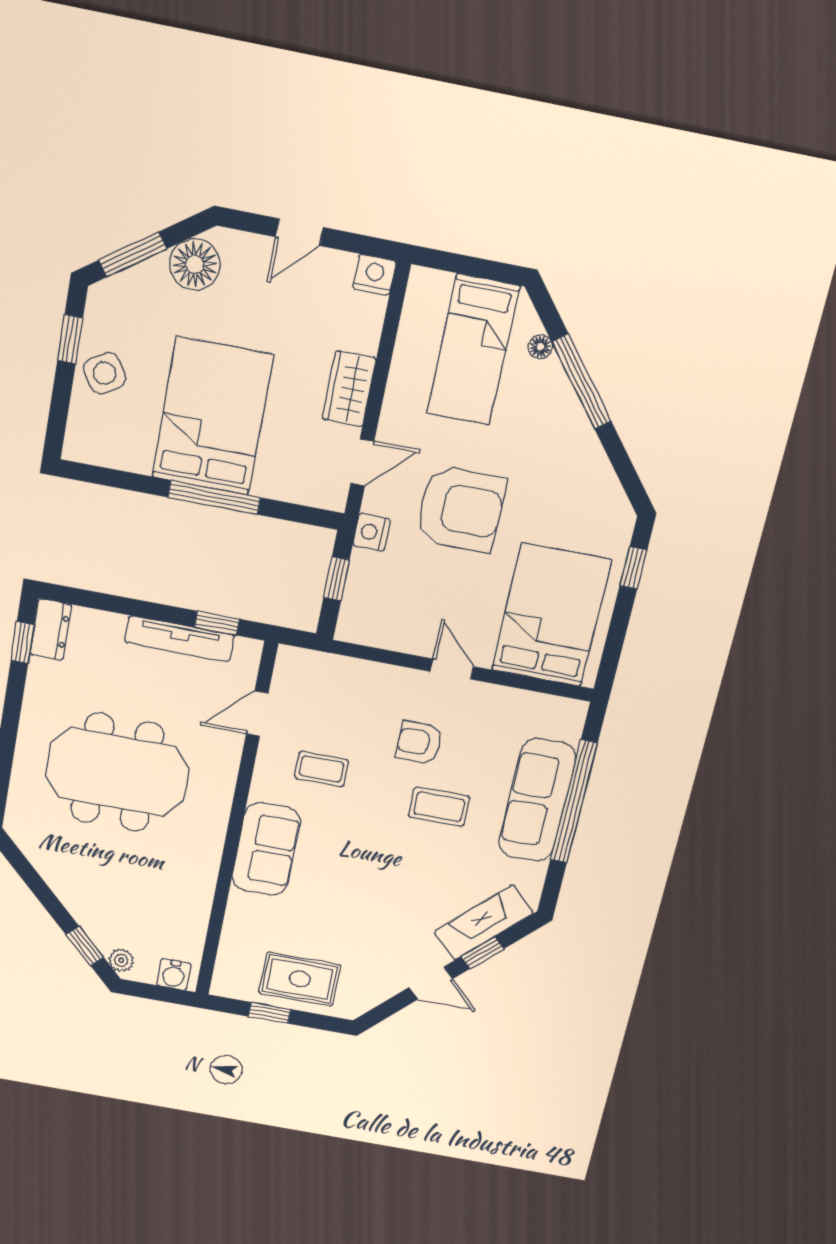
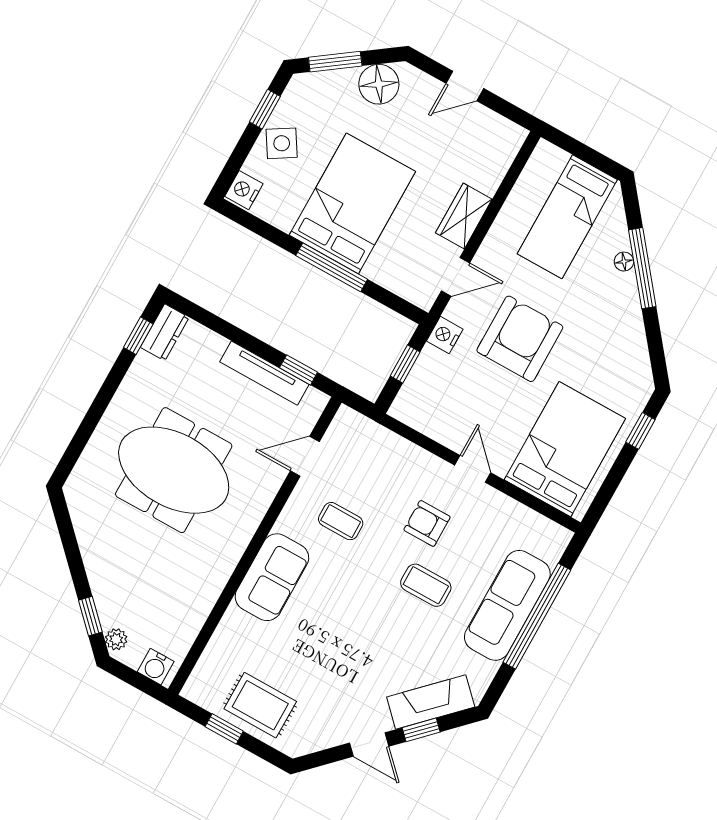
nightstand: (374, 275) -> (244, 190), moved, turned -90
floor lamp: (540, 347) -> (624, 262), moved
armchair: (461, 509) -> (520, 339), turned -90

